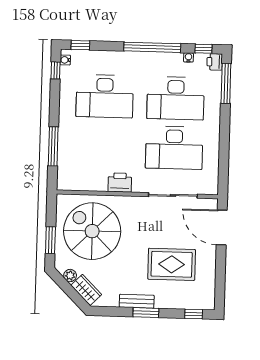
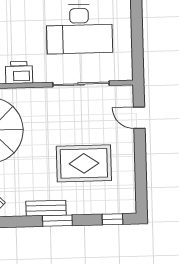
door: (222, 227) -> (139, 118), width x0.53

